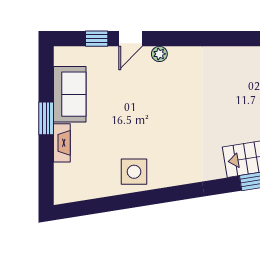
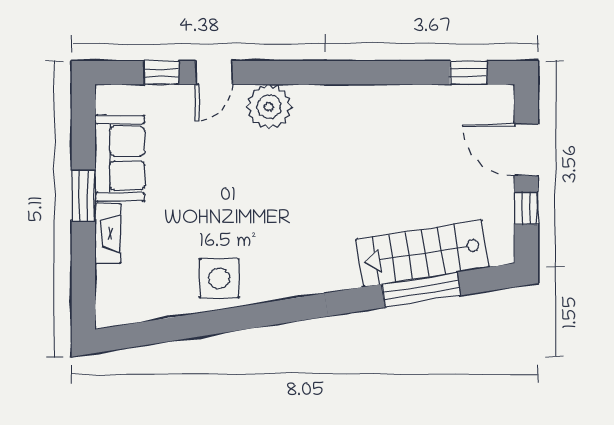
plant: (159, 54) -> (269, 107), width x1.88, depth x1.88

